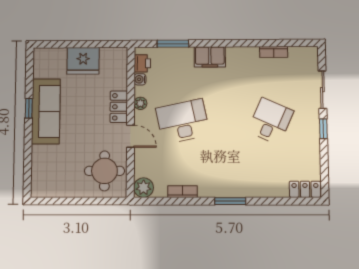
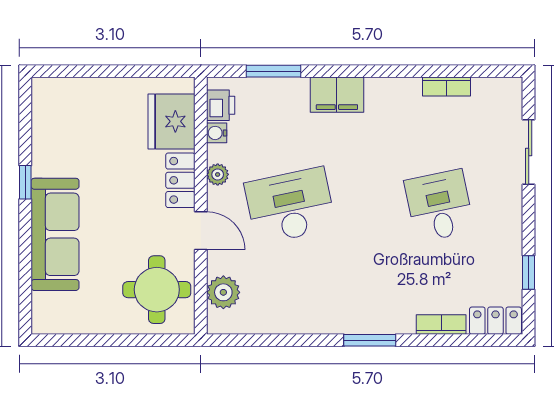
fridge: (83, 61) -> (172, 121), moved, turned 90
sofa: (46, 111) -> (55, 234), moved
desk: (270, 121) -> (439, 206), turned -36
window: (323, 129) -> (529, 273), moved
plant: (144, 188) -> (223, 292), moved
bookcase: (183, 192) -> (441, 325), moved

